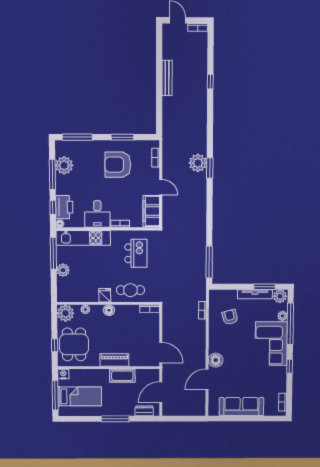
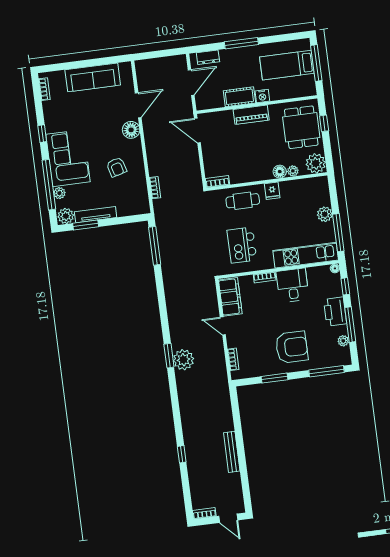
plant: (64, 165) -> (343, 341), width x0.53, depth x0.53
armchair: (118, 165) -> (292, 347), moved
printer: (64, 207) -> (335, 312), moved
floor lamp: (109, 310) -> (280, 172), moved
armchair: (230, 317) -> (117, 167), moved
nightstand: (63, 374) -> (262, 96), moved

